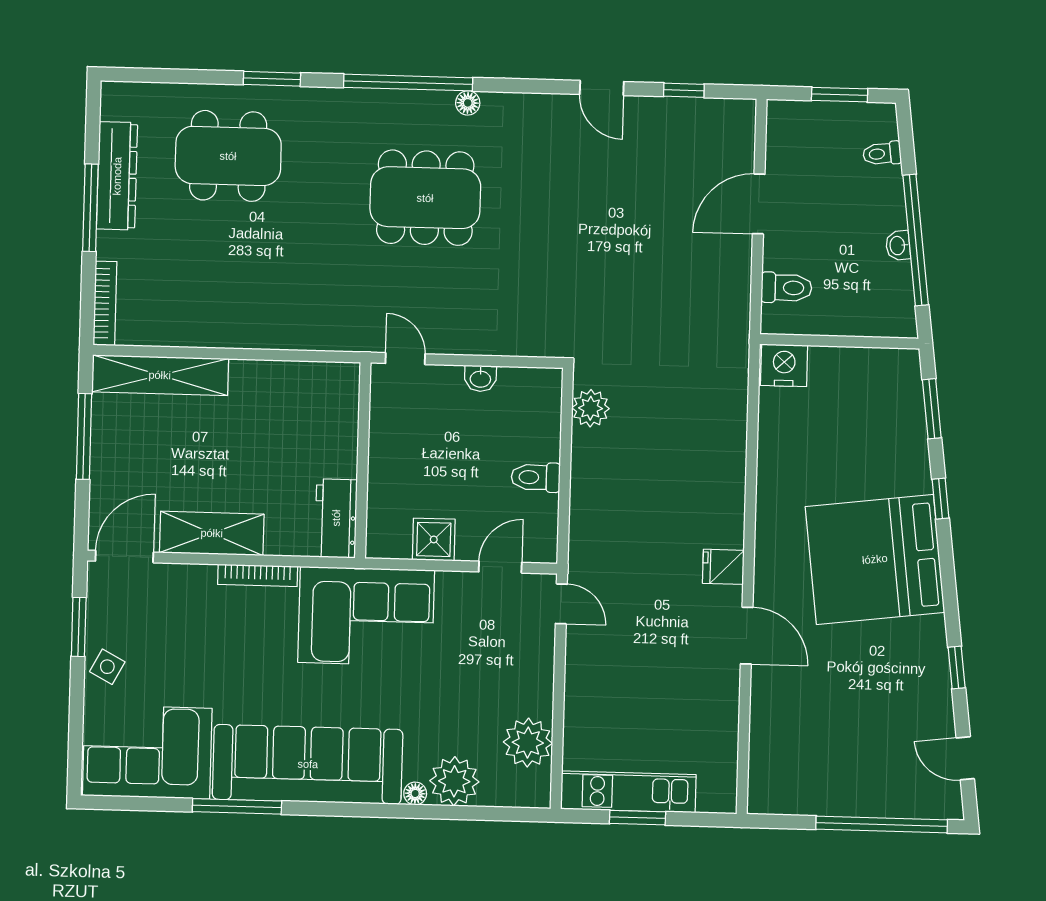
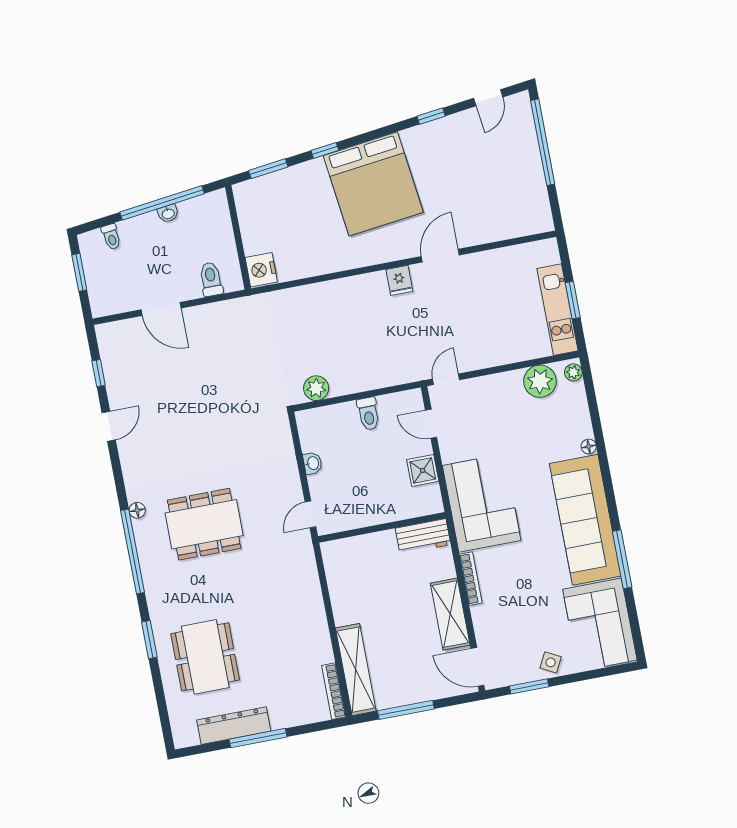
dining table: (425, 198) -> (204, 524), turned 90
bookcase: (105, 303) -> (334, 691), moved, turned -90
plant: (454, 781) -> (573, 372), moved, width x0.53, depth x0.53

